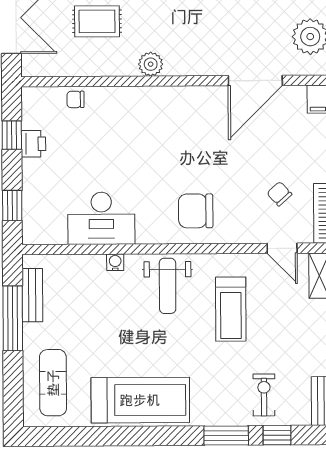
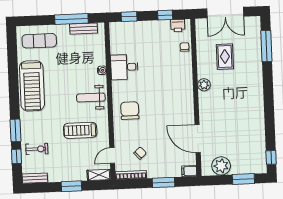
printer: (33, 144) -> (178, 26), moved
desk: (101, 218) -> (124, 67), width x0.73

